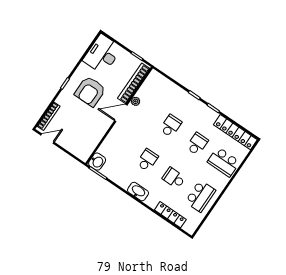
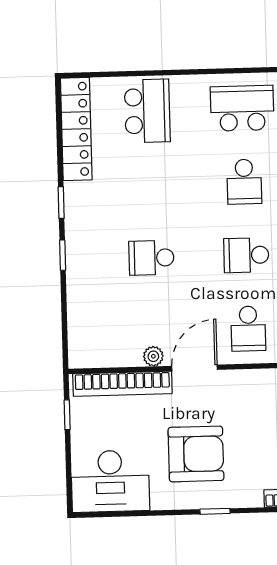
door: (121, 113) -> (195, 368), swing flipped
school desk: (197, 144) -> (248, 329), moved, turned -90

